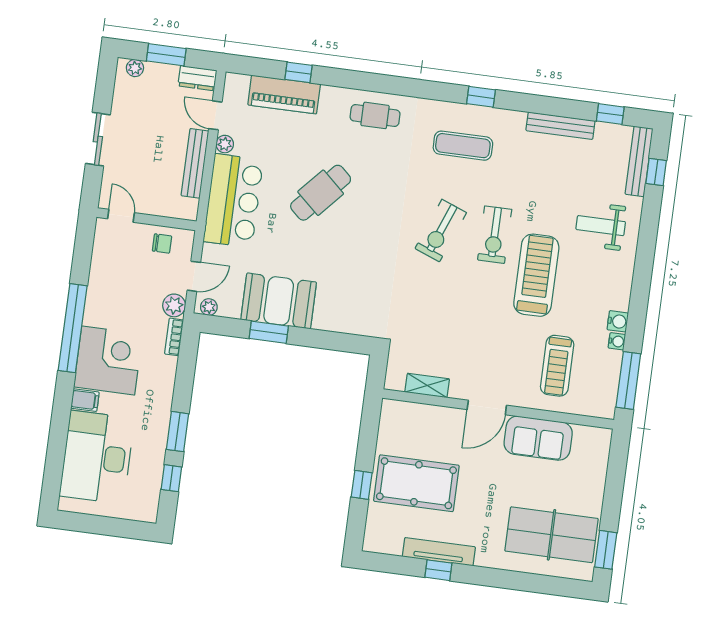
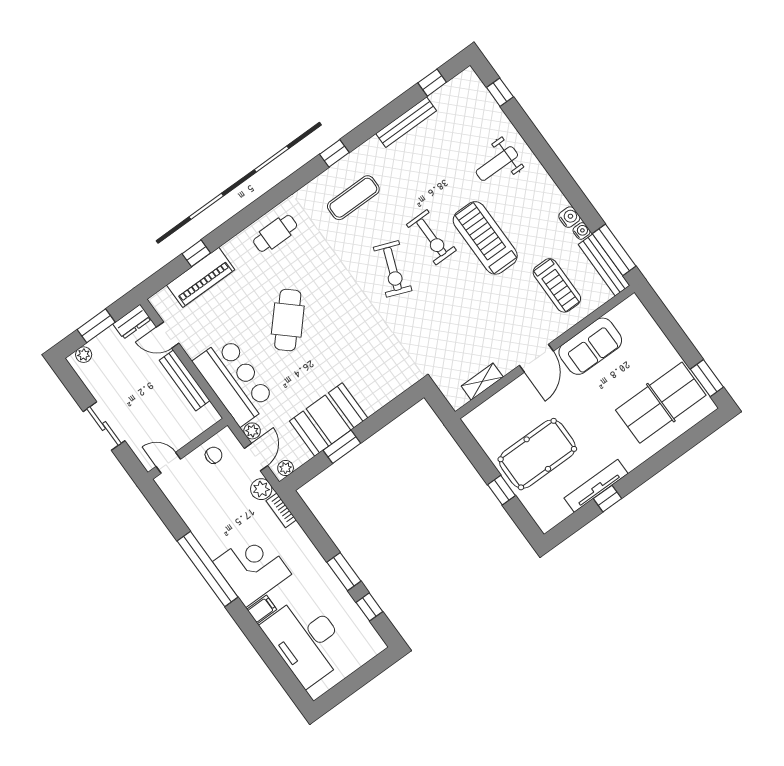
plant: (225, 144) -> (252, 431), moved
bench: (639, 161) -> (604, 265), moved

